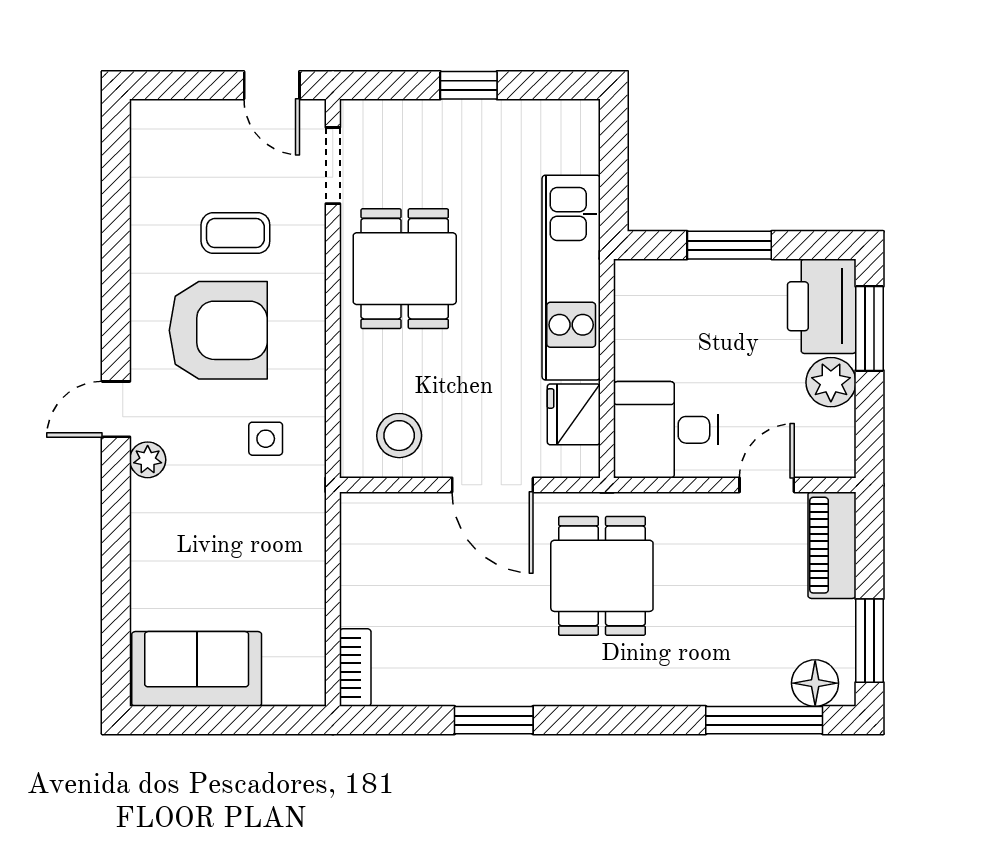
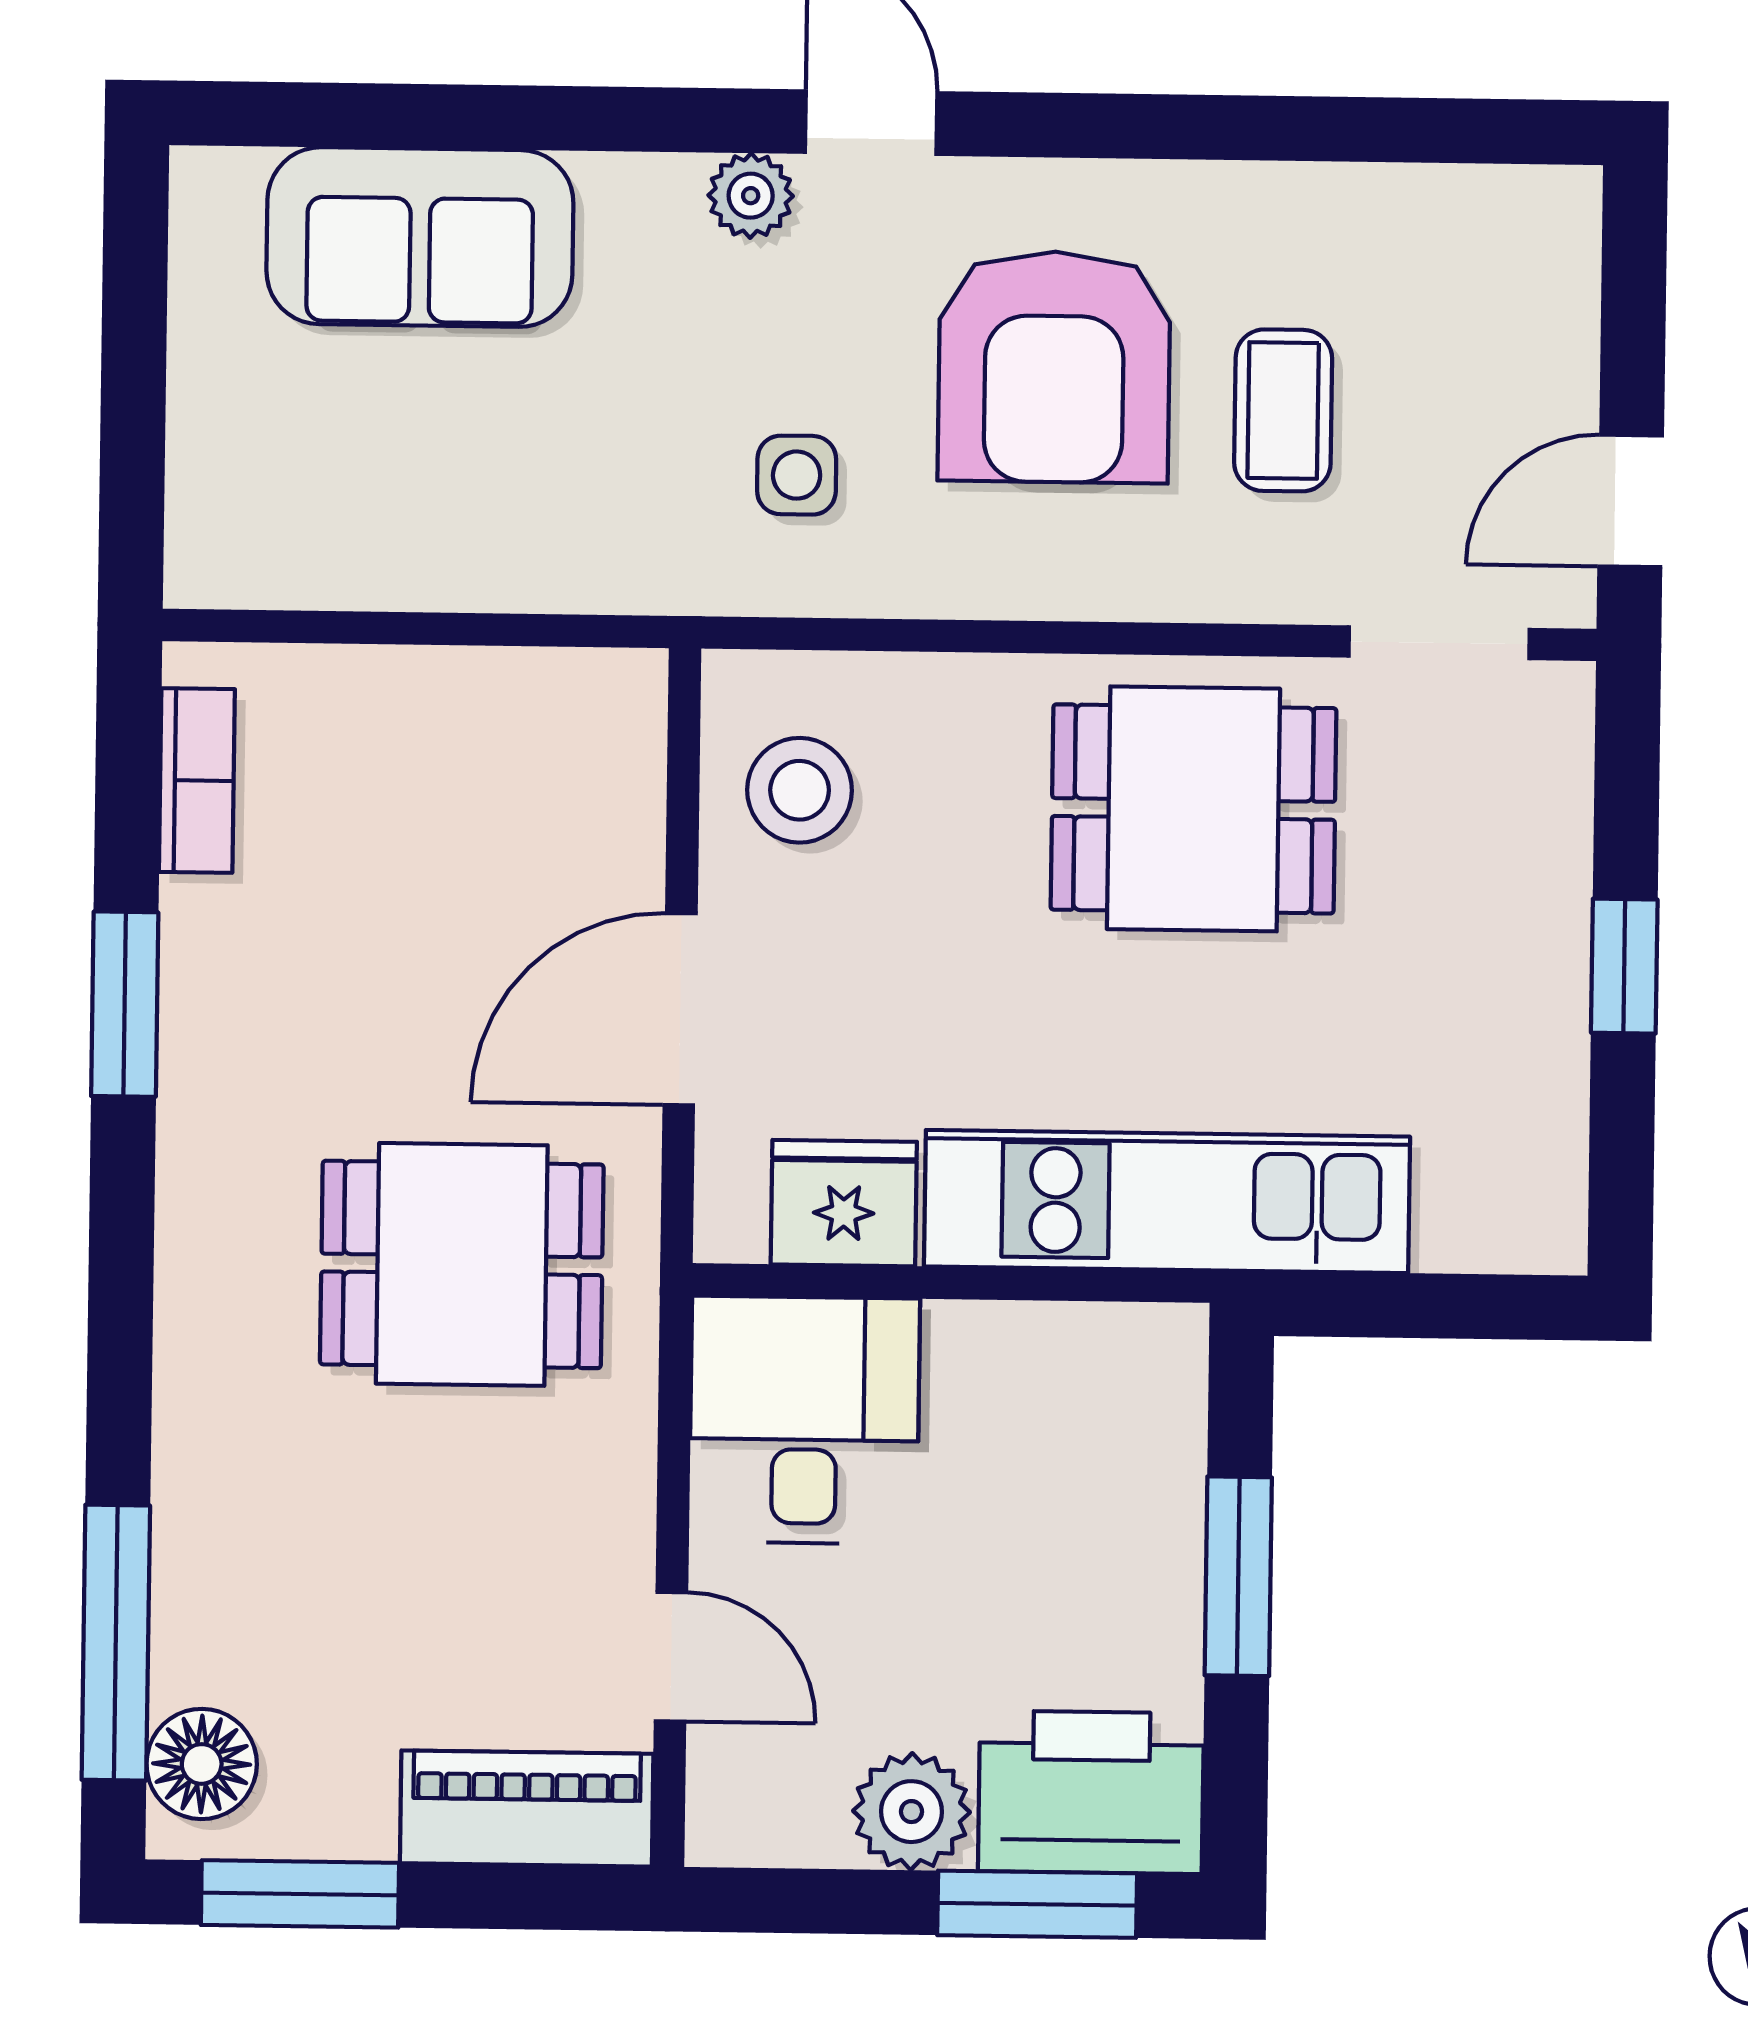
bookcase: (355, 668) -> (197, 781), moved, turned -90
sofa: (197, 669) -> (420, 237), moved, turned 90

